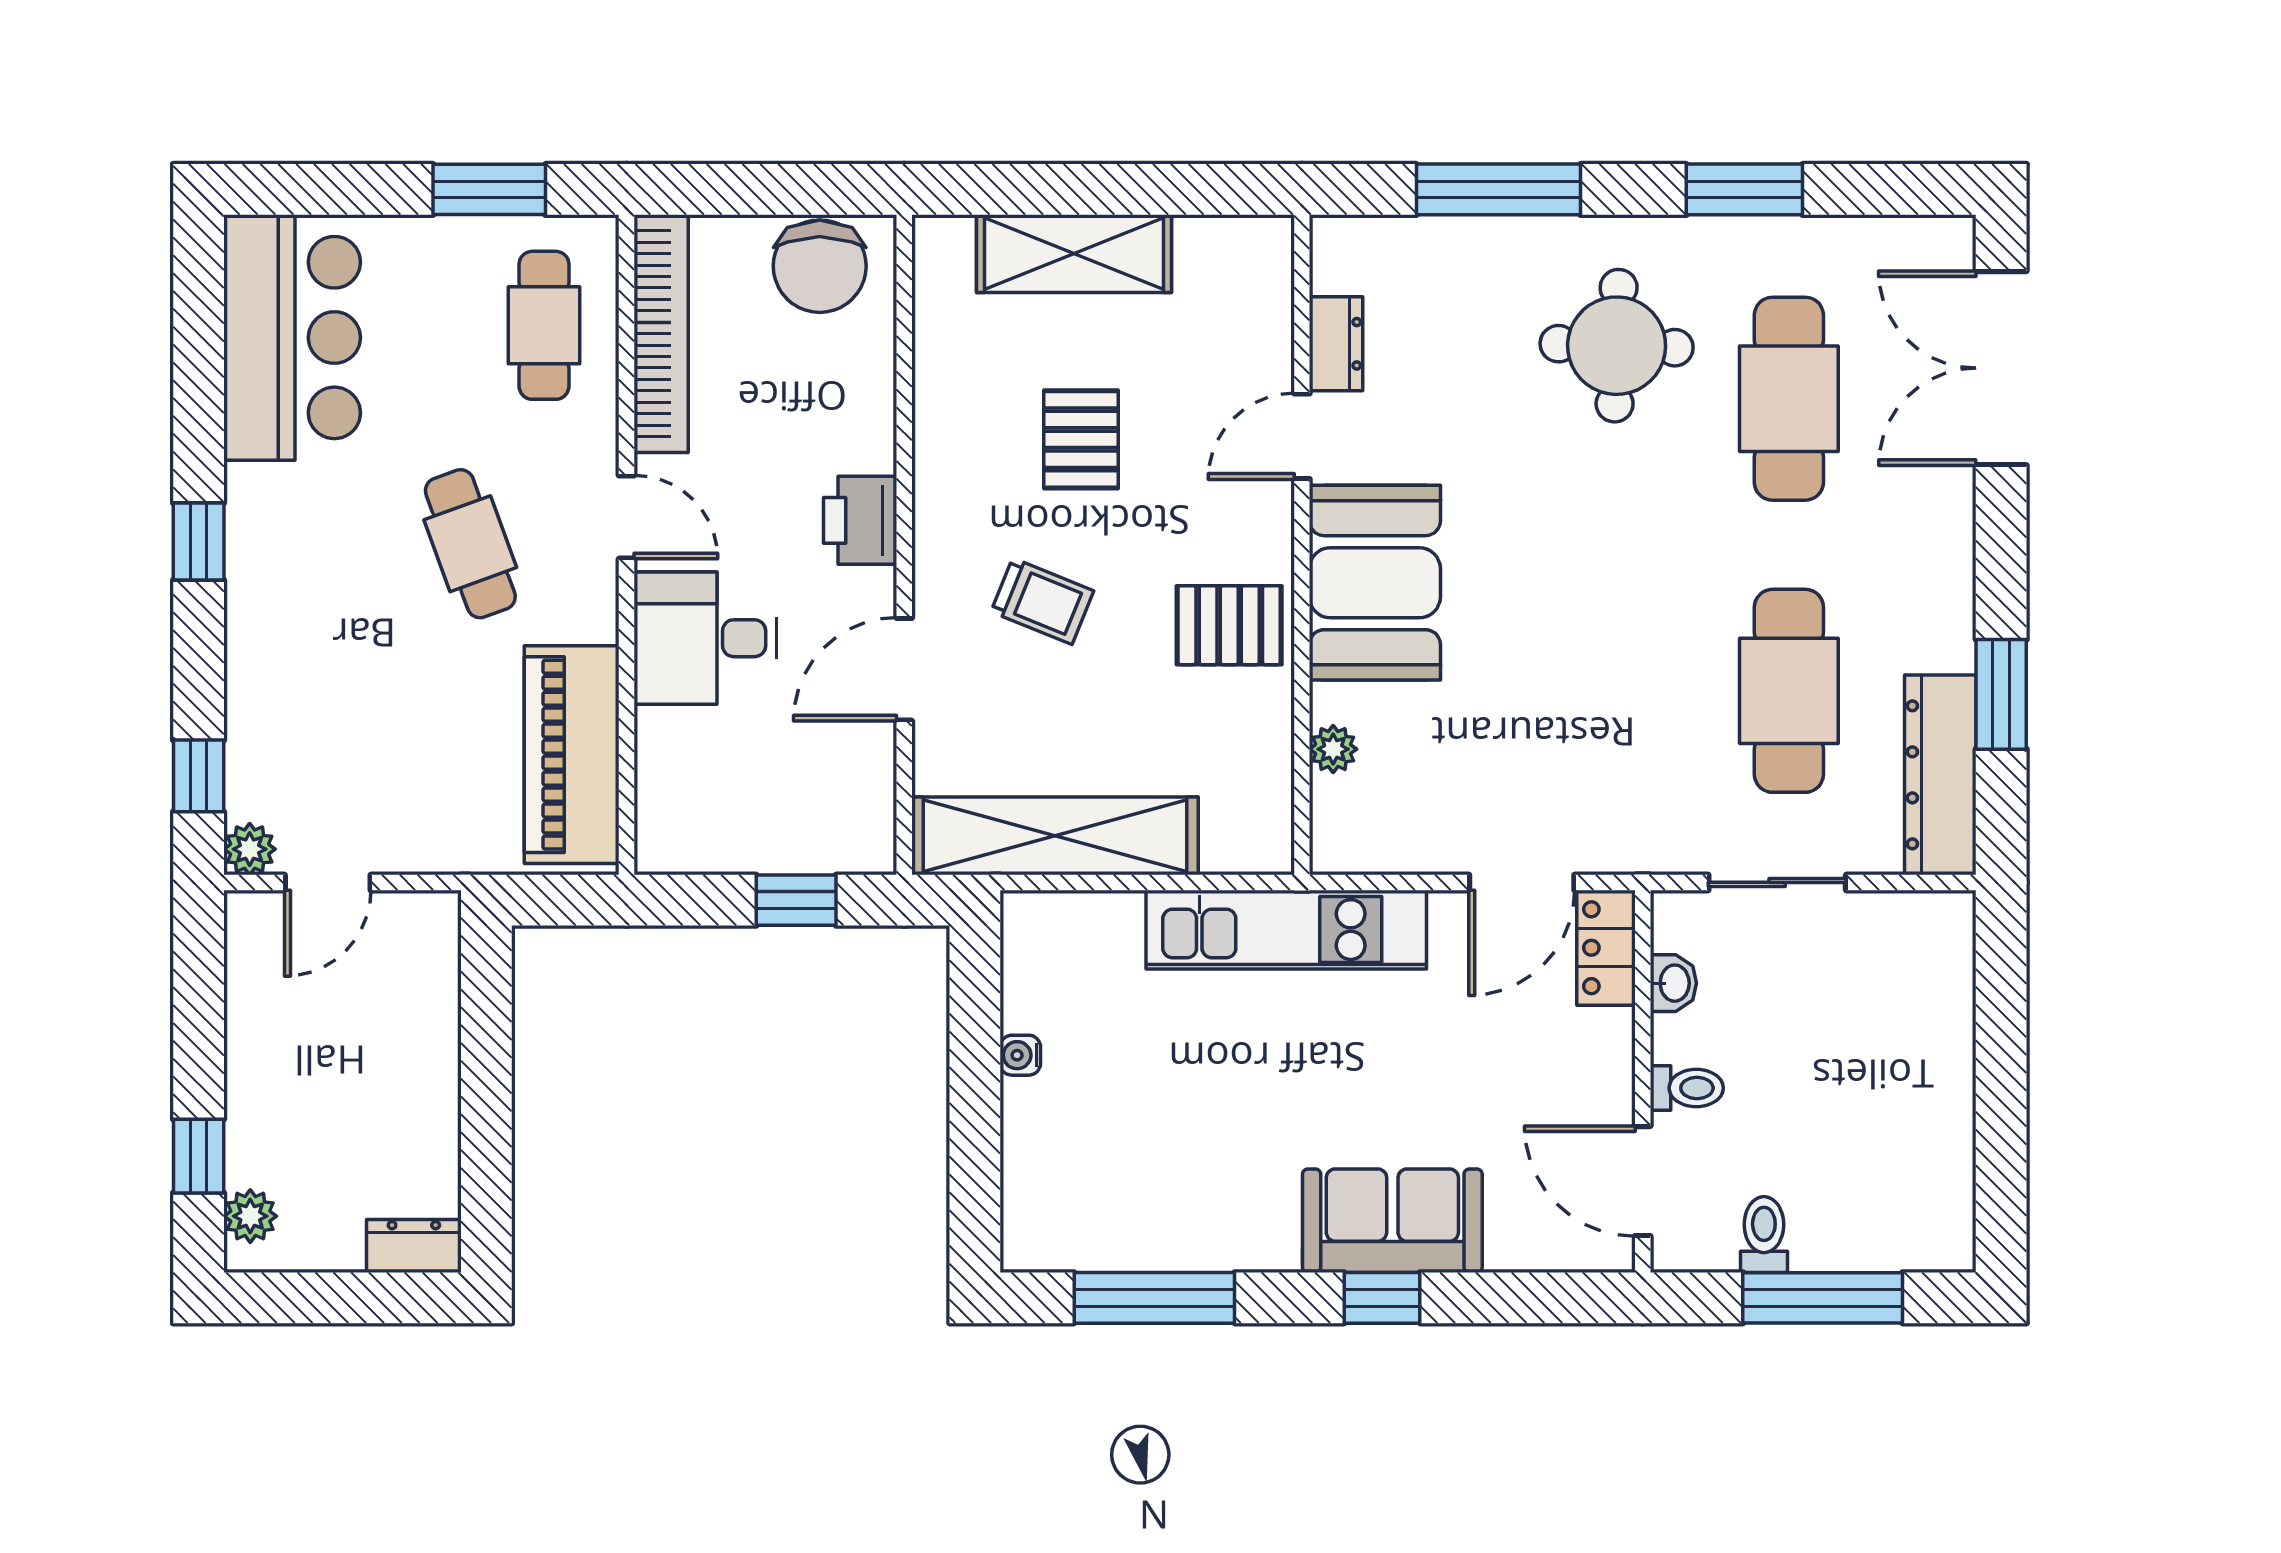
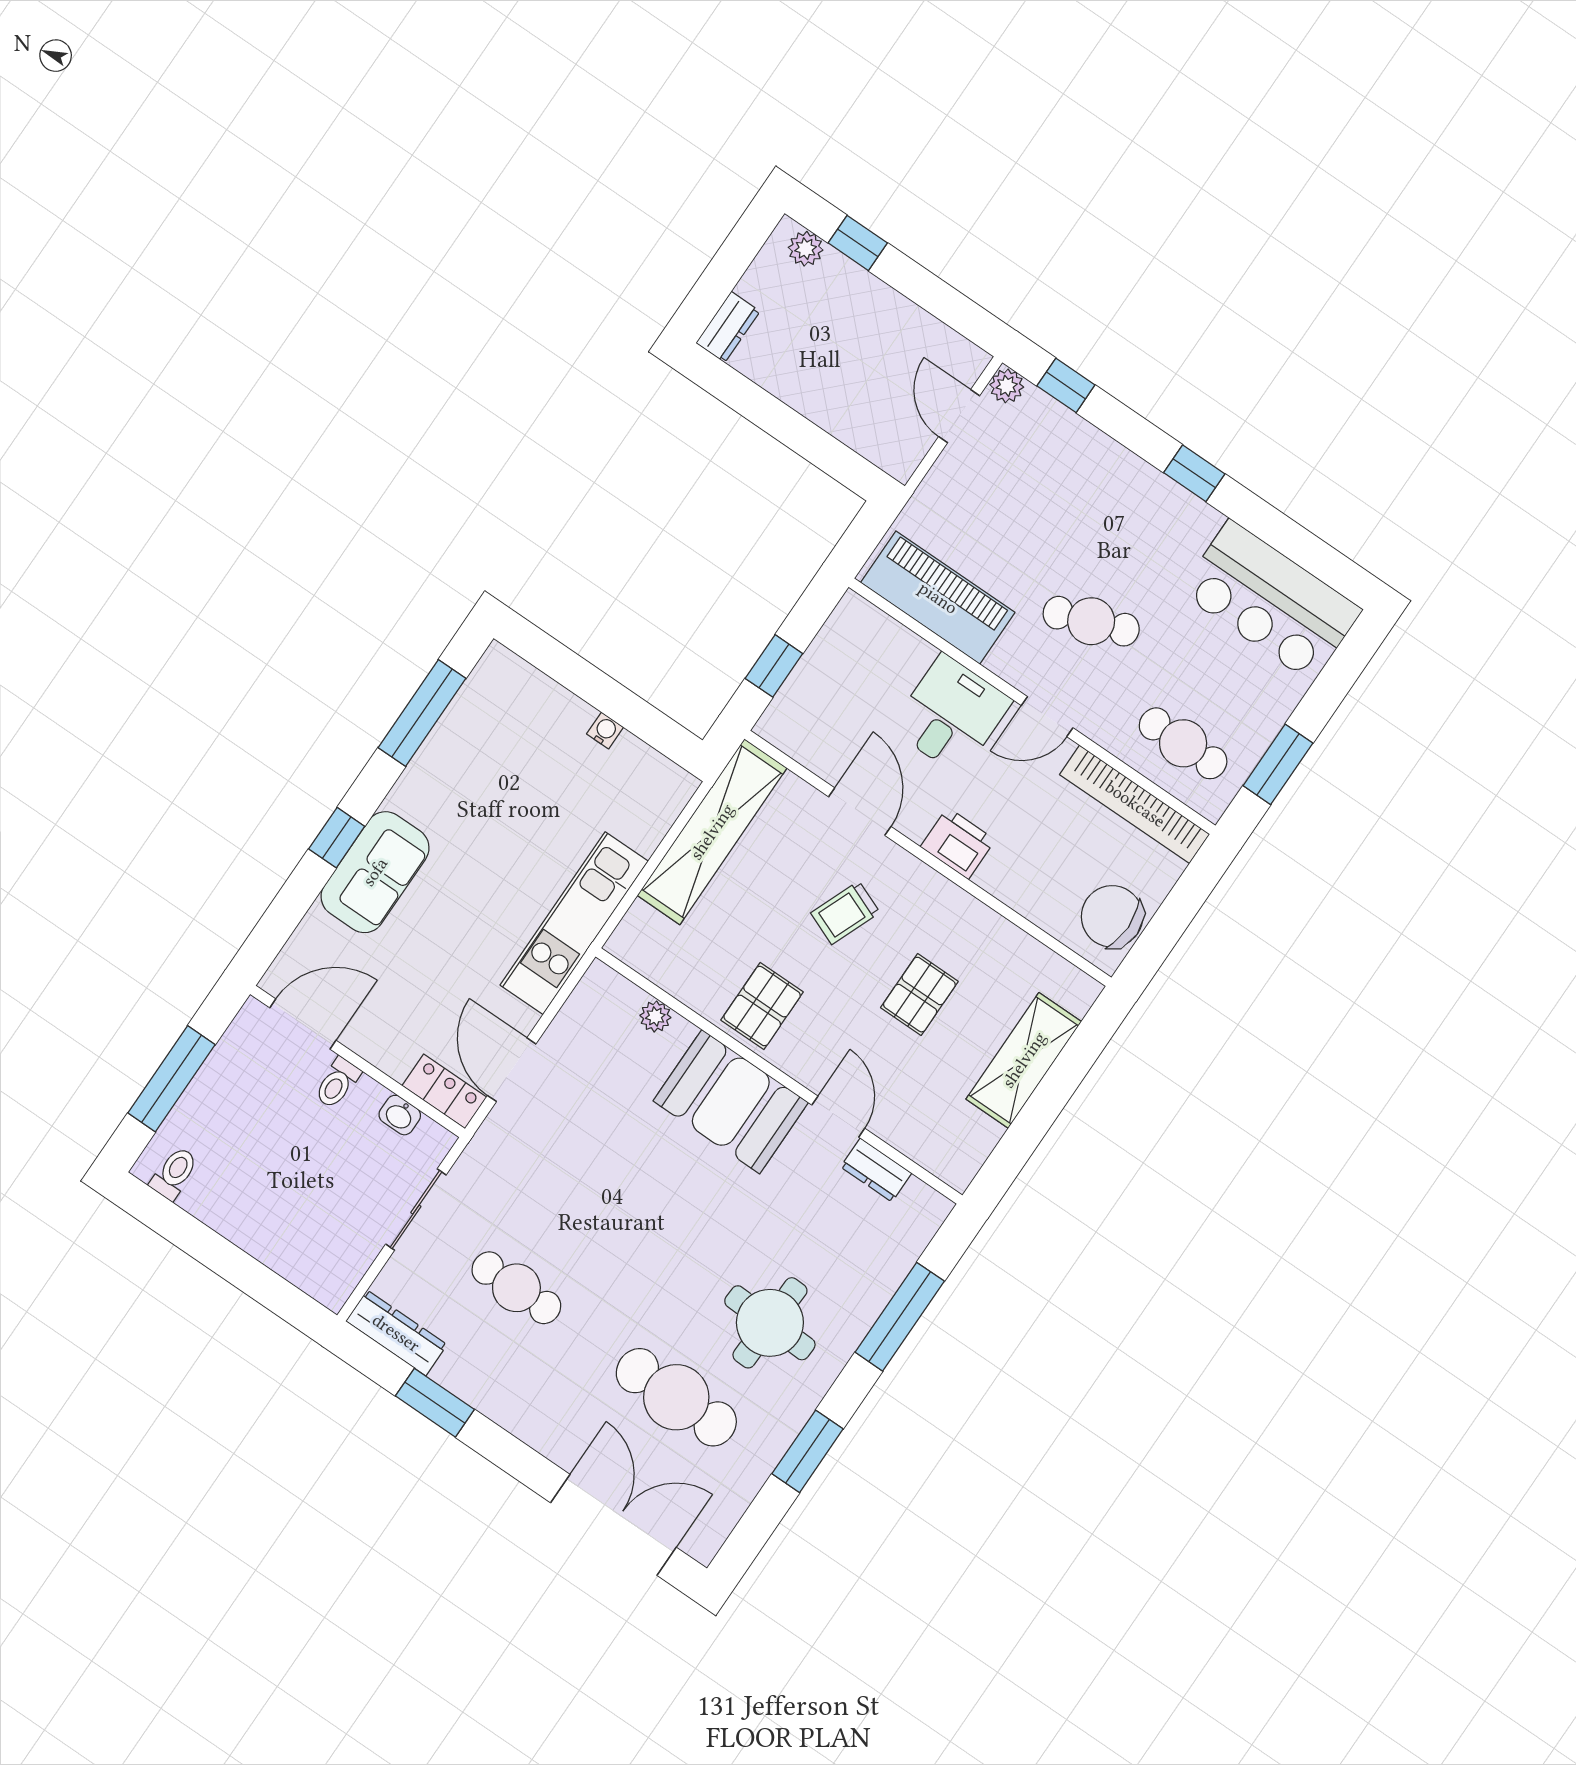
pallet: (1081, 439) -> (919, 995), turned 90
cafe table: (1789, 691) -> (516, 1288), width x0.73, depth x0.74
dresser: (1940, 775) -> (396, 1333), width x0.73, depth x0.80
toilet: (1764, 1235) -> (174, 1173), moved, turned -90

